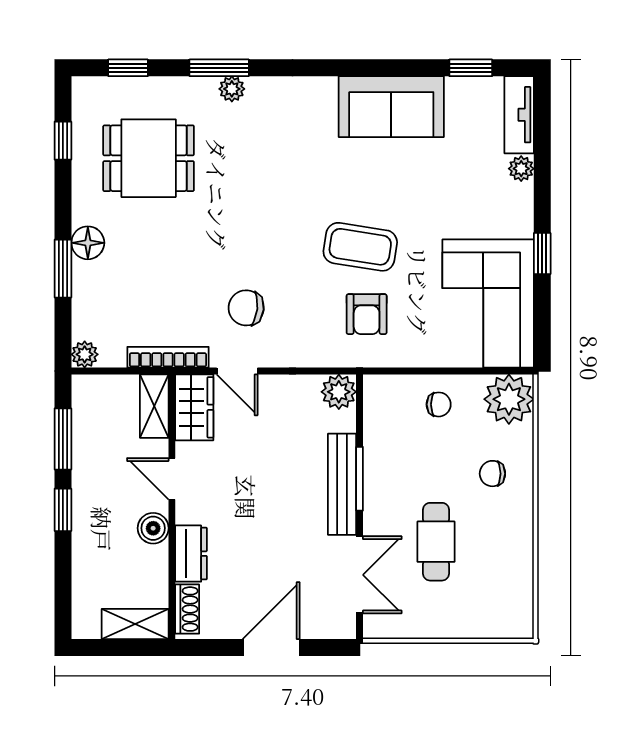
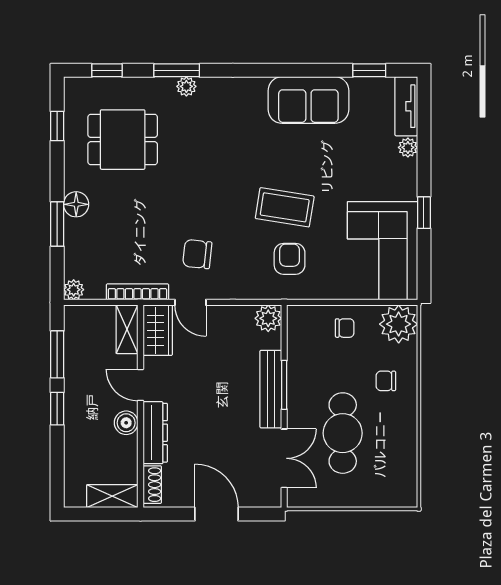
armchair: (367, 314) -> (290, 259), turned 180
cafe table: (436, 542) -> (343, 433), width x1.37, depth x1.35
dresser: (191, 554) -> (155, 433), width x1.44
door: (271, 647) -> (217, 514), hinge flipped

